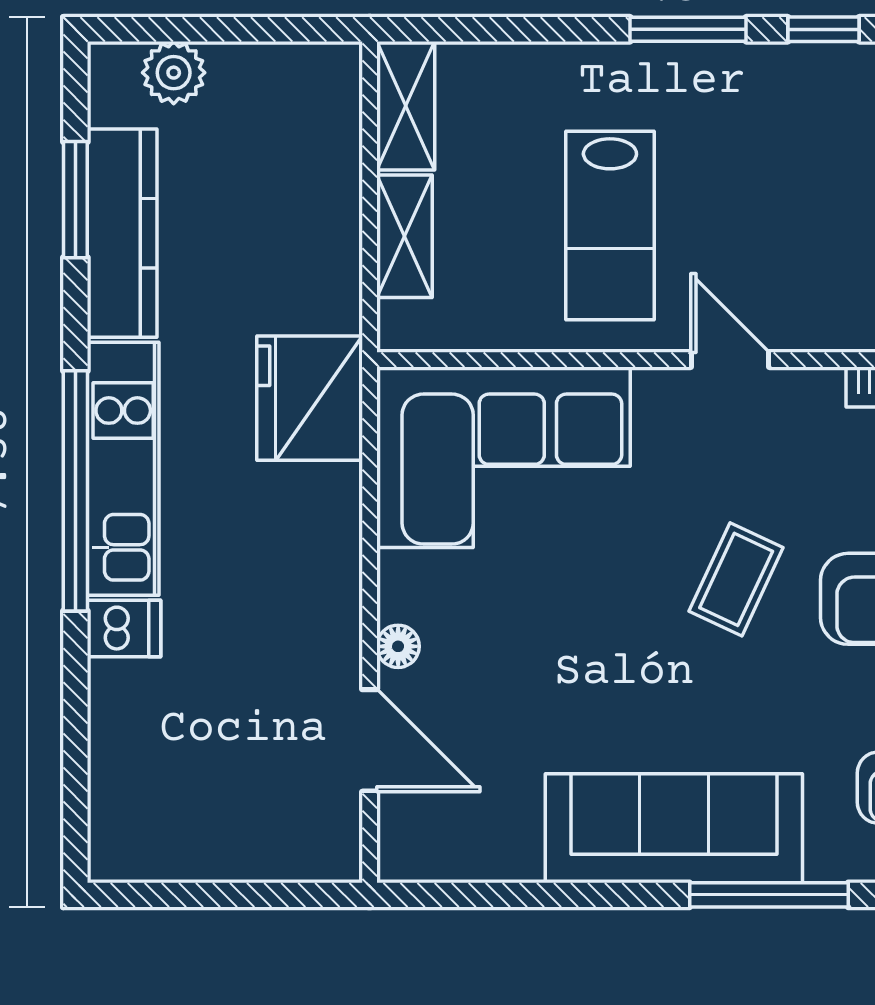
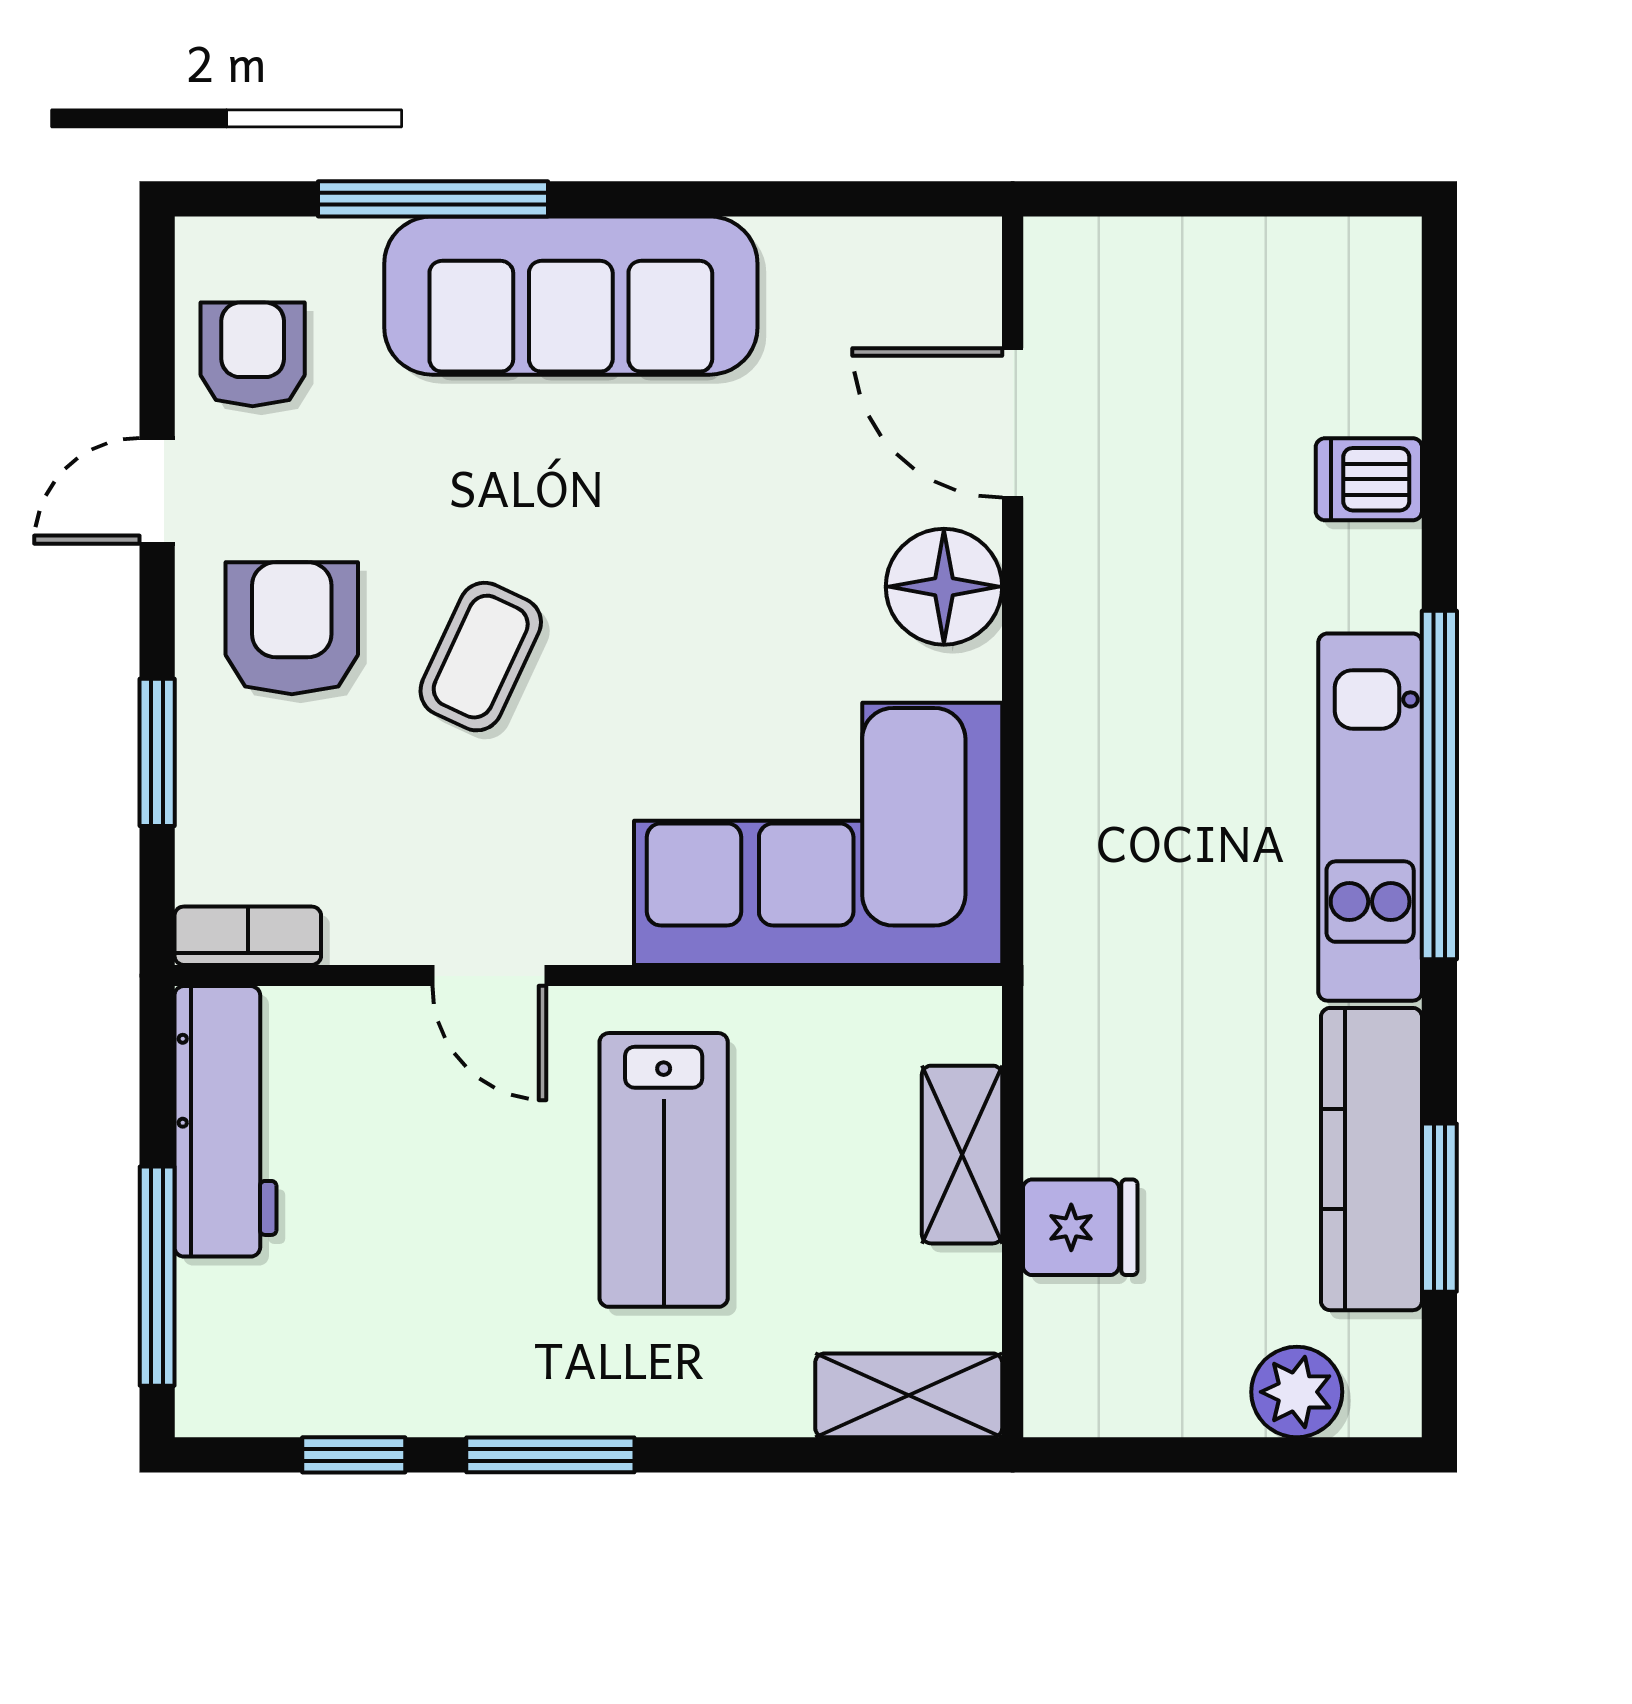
shelving: (406, 106) -> (909, 1395), moved, turned 90
lab bench: (610, 226) -> (664, 1170), turned 180
fridge: (310, 398) -> (1080, 1227), moved, width x0.53, depth x0.75
dishwasher: (124, 629) -> (1369, 479), moved
floor lamp: (398, 646) -> (944, 587), width x1.89, depth x1.89

